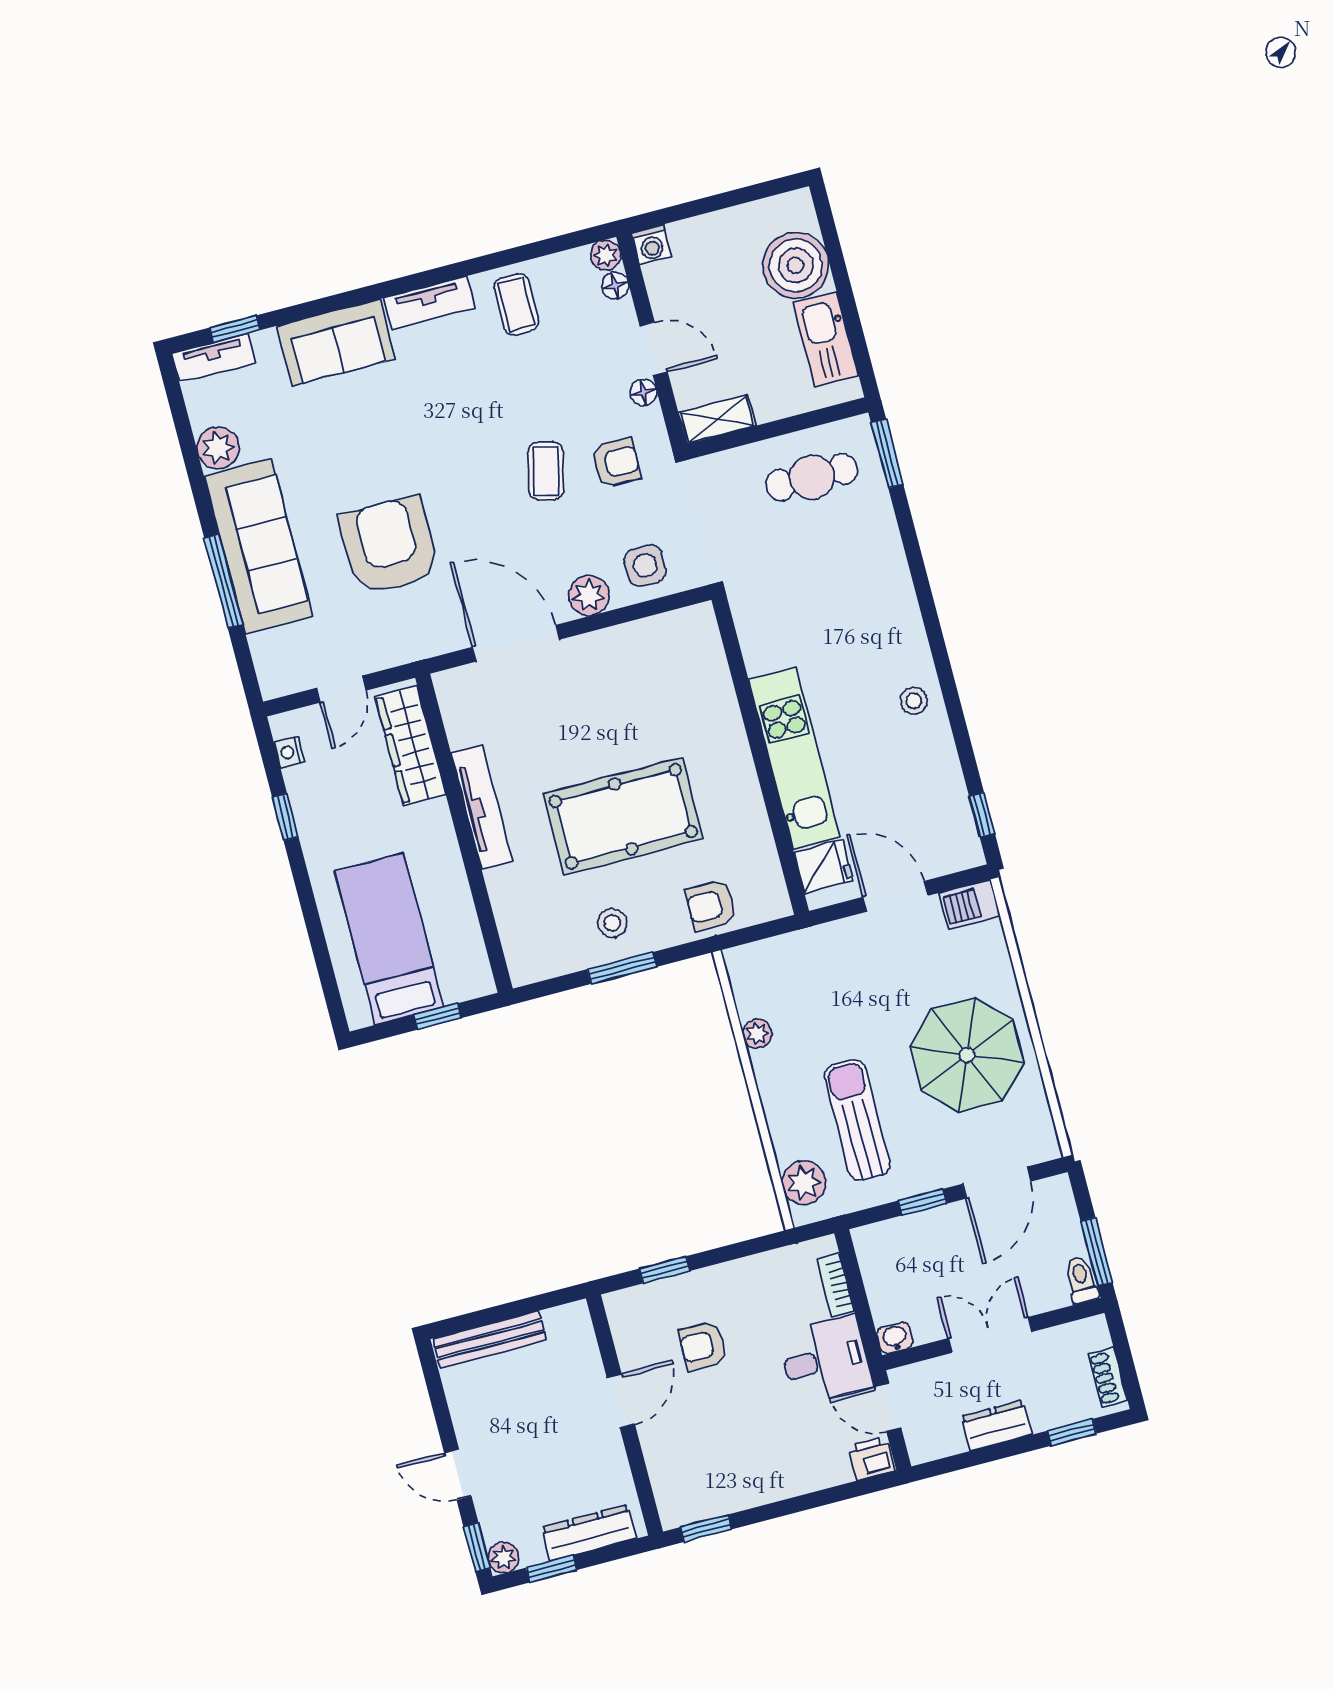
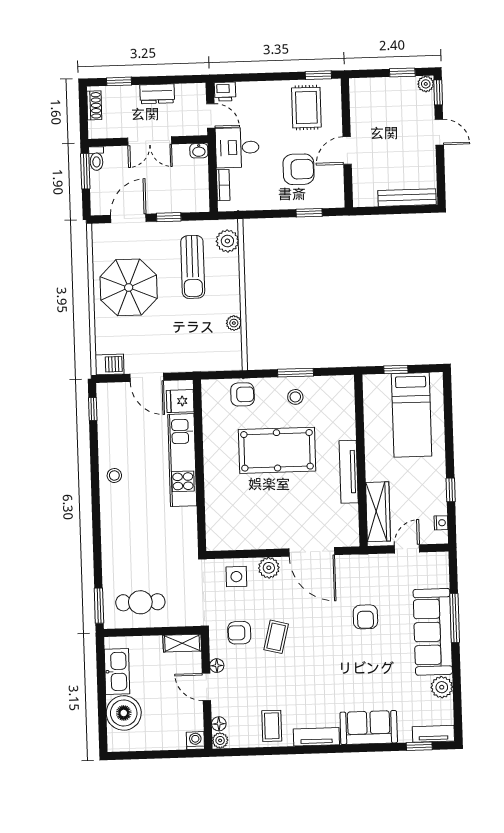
armchair: (389, 546) -> (365, 617), width x0.53, depth x0.53
armchair: (703, 1346) -> (299, 169), width x1.38, depth x1.38
rug: (714, 1463) -> (306, 108), added
dresser: (589, 1533) -> (379, 87), removed

